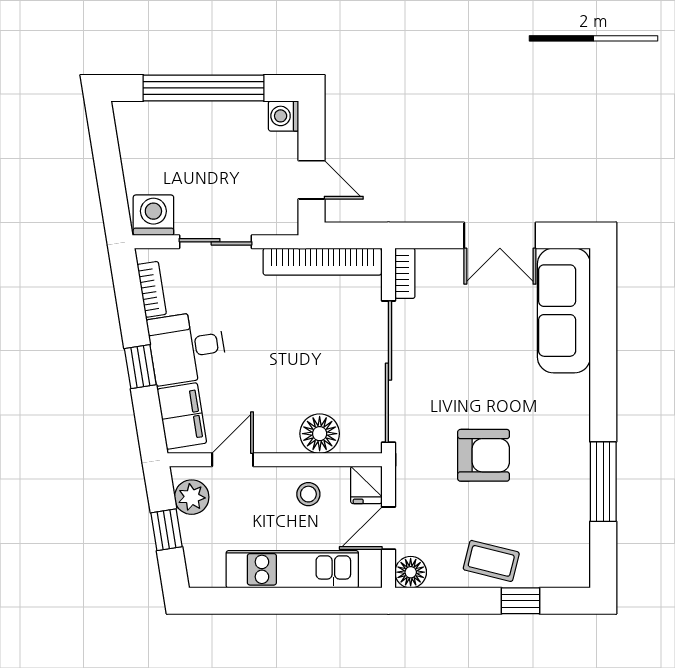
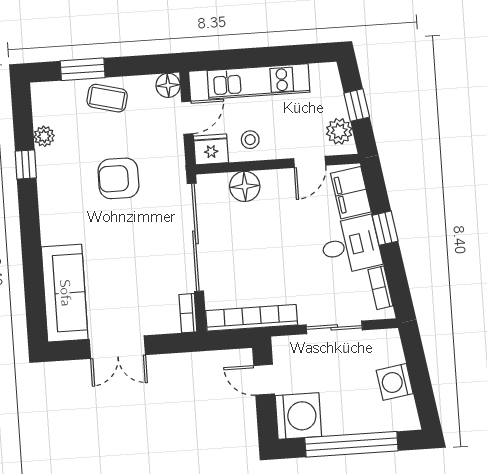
washing machine: (284, 116) -> (298, 416), width x1.89, depth x1.89
washing machine: (153, 215) -> (395, 382), moved, turned 81
double door: (500, 235) -> (117, 347), swing flipped
window: (603, 482) -> (26, 164), width x0.46
fridge: (366, 485) -> (211, 149), width x1.38
plant: (577, 517) -> (44, 136), added
window: (521, 601) -> (83, 69), width x1.50

